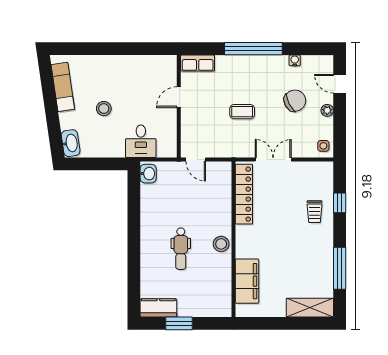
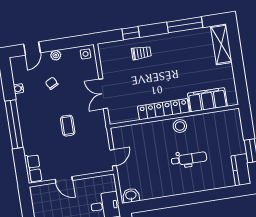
chair: (295, 101) -> (52, 83), width x0.54, depth x0.54
locker: (244, 194) -> (163, 109), moved

